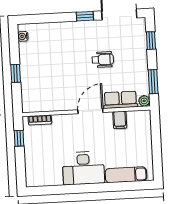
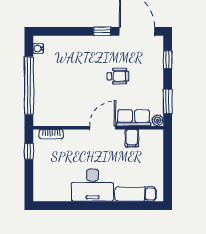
window: (16, 73) -> (29, 86), width x3.17

